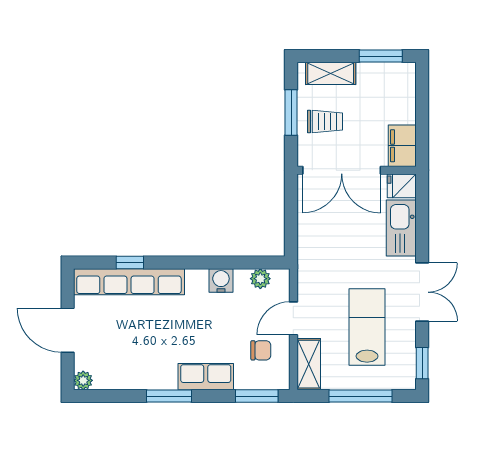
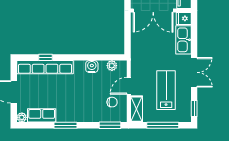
row of seats: (206, 377) -> (42, 115), moved

